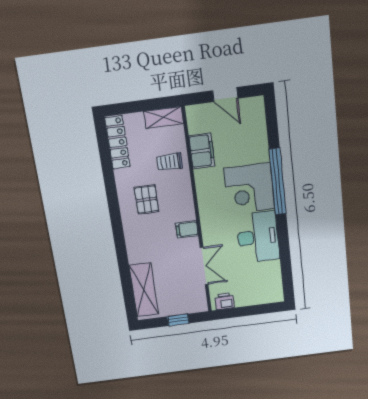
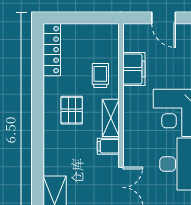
shelving: (164, 118) -> (111, 118), moved, turned 90
trolley: (170, 162) -> (100, 76), turned 90

